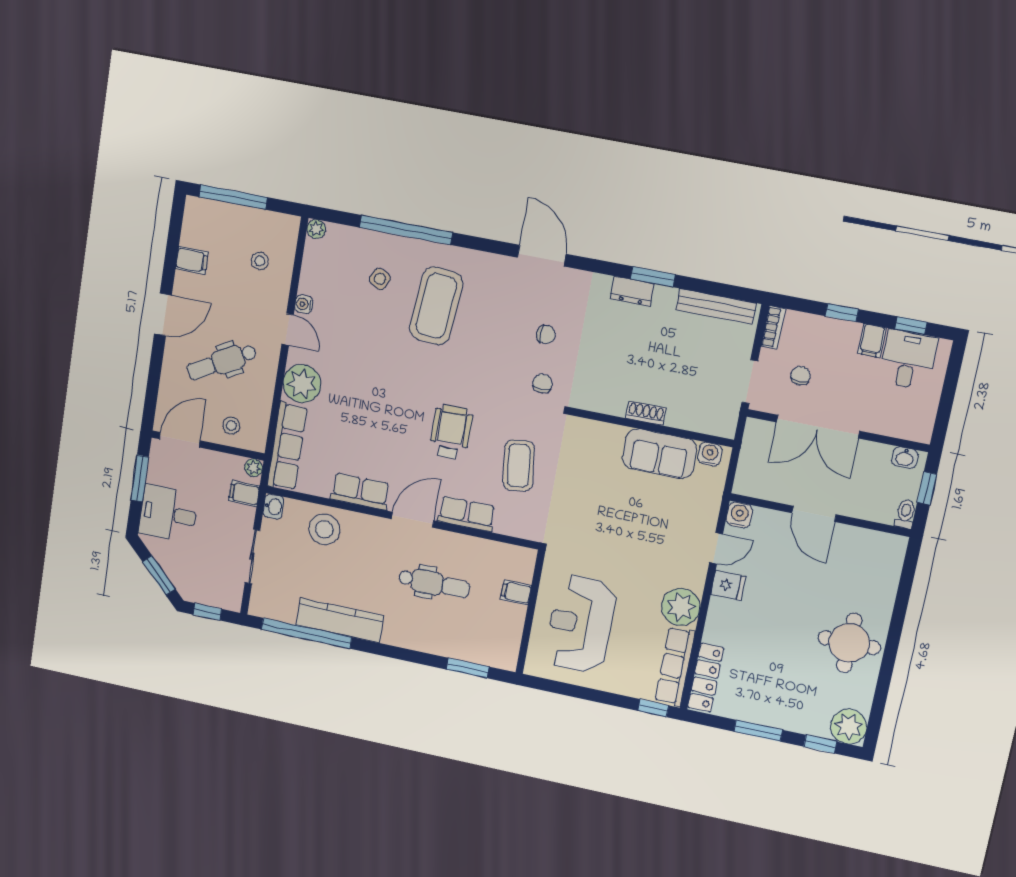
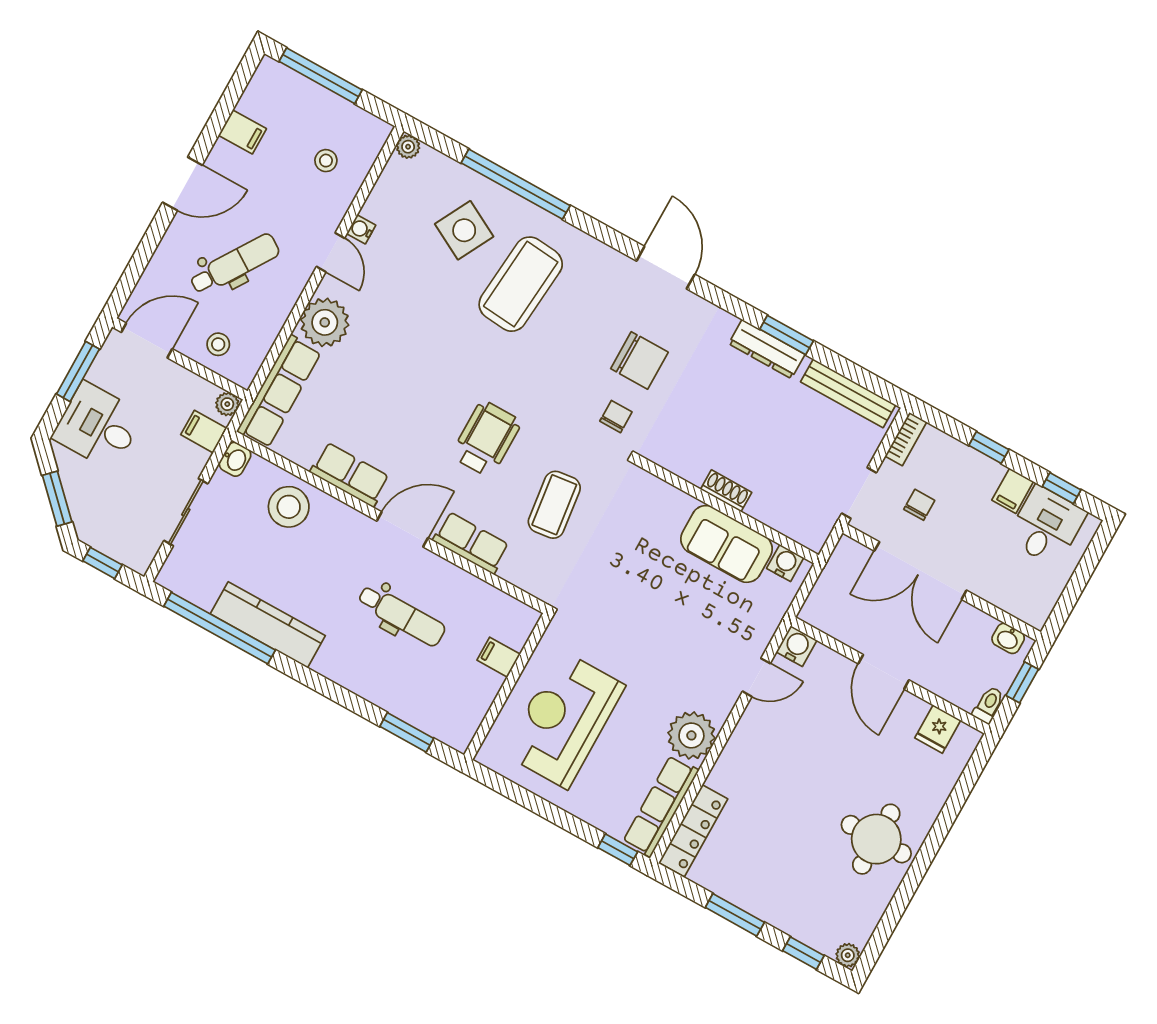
side table: (380, 279) -> (464, 230), width x1.87, depth x1.87
dresser: (632, 291) -> (767, 349), width x1.44
chair: (546, 334) -> (639, 360), width x1.87, depth x1.87
dental chair: (222, 362) -> (235, 264), turned 152
fridge: (728, 585) -> (938, 729), moved, turned 90
plant: (849, 726) -> (848, 955), width x0.53, depth x0.53

